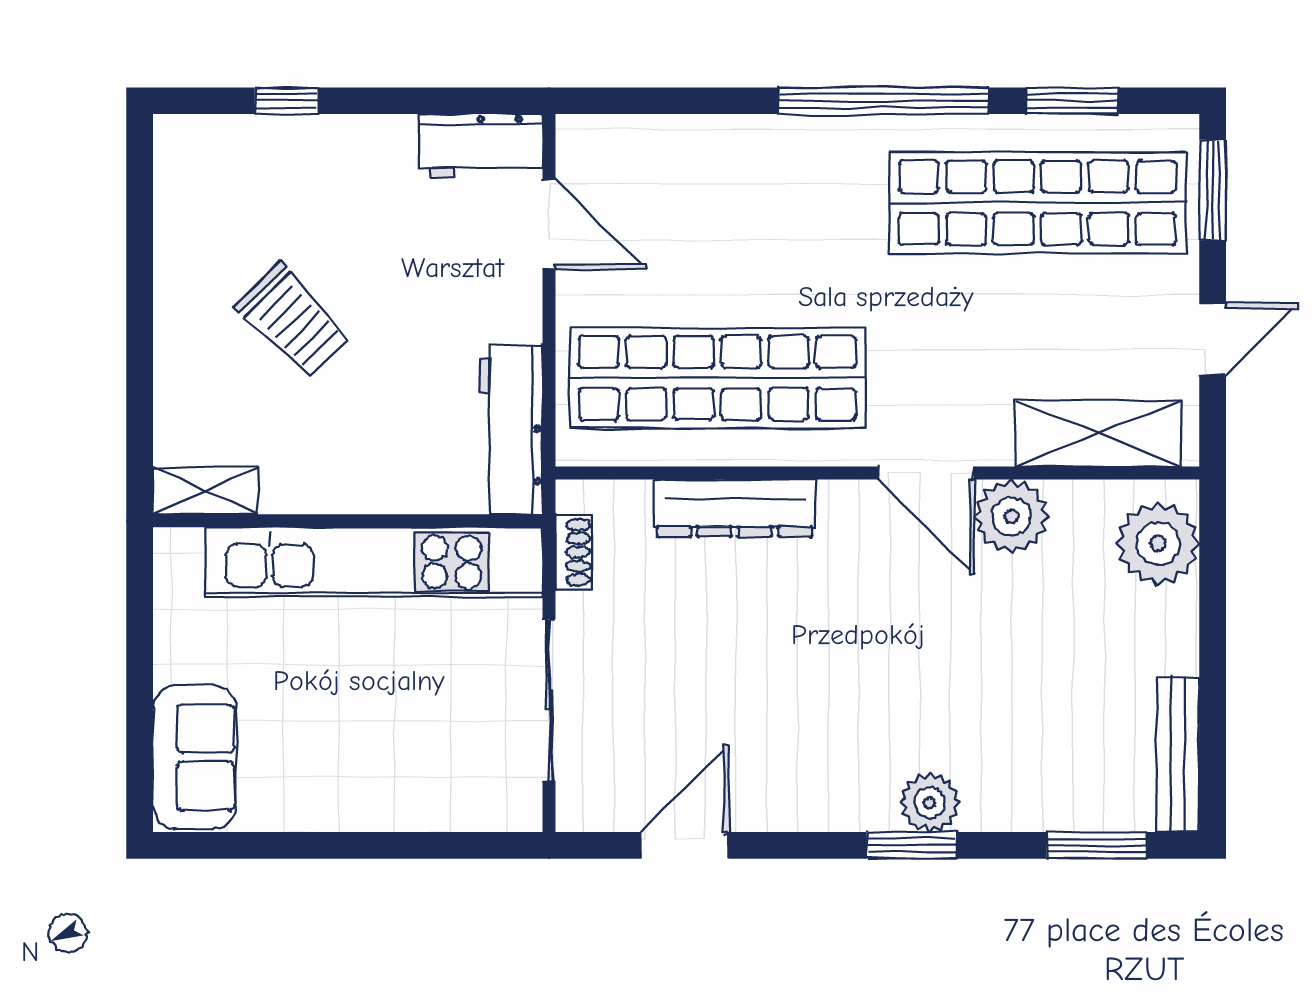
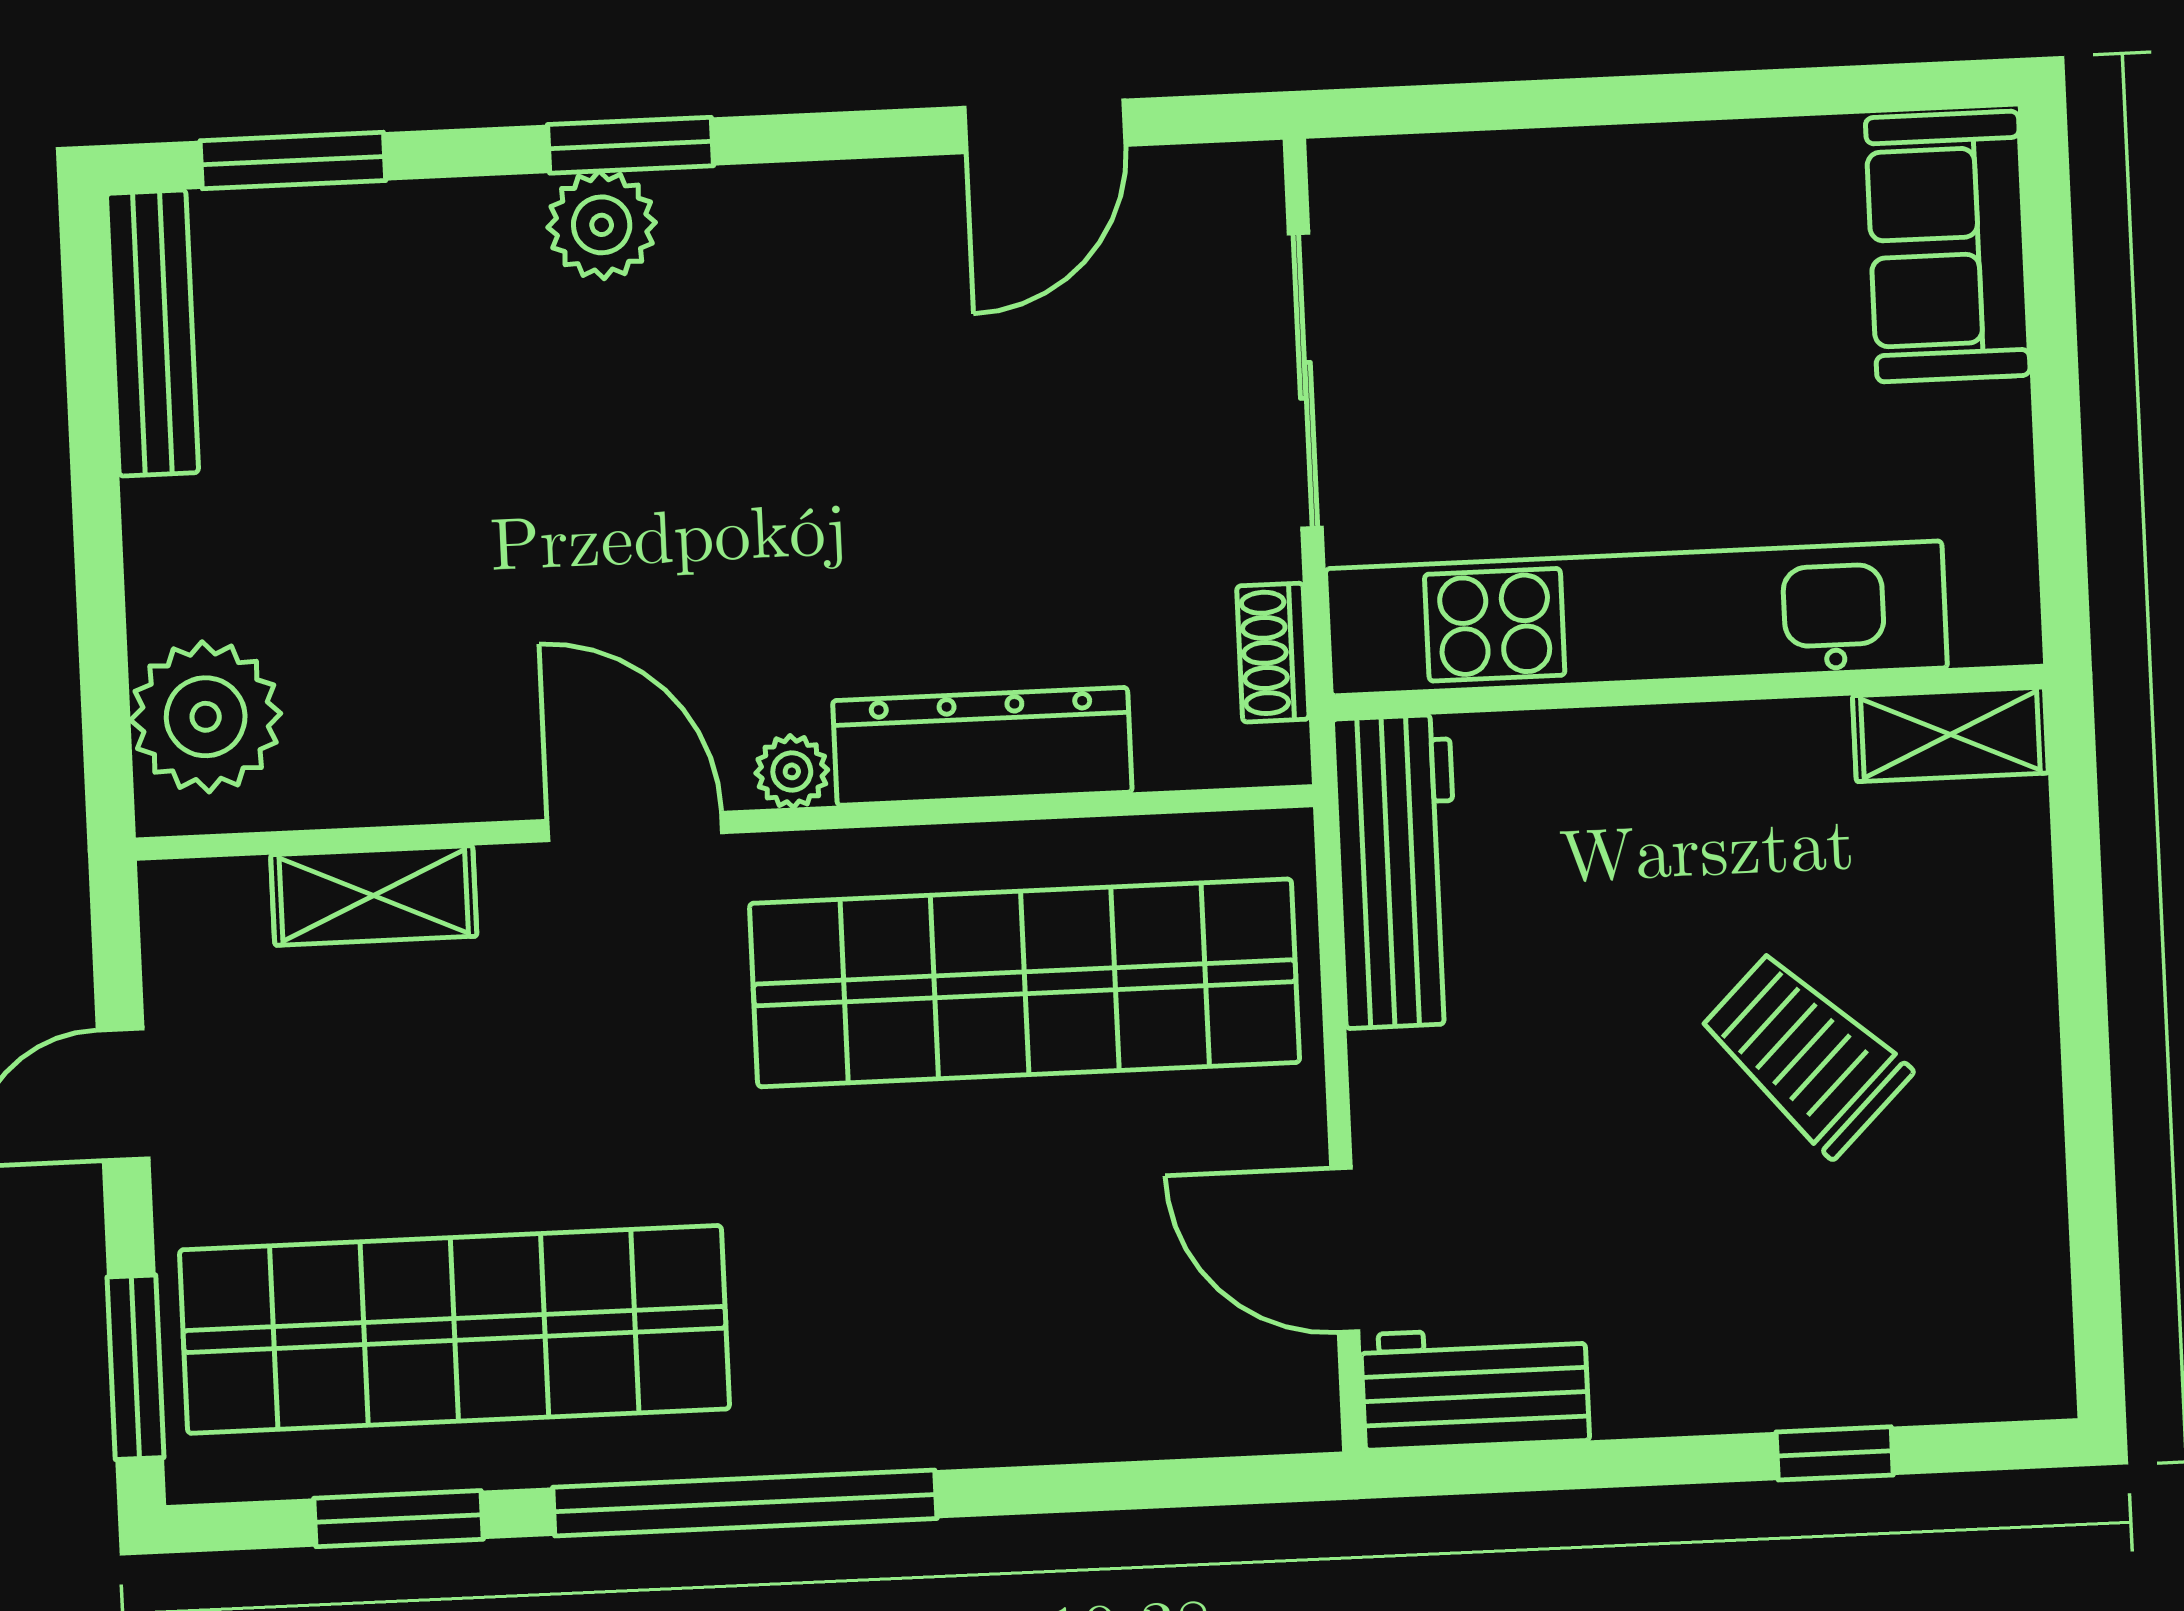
shelving: (1098, 434) -> (374, 895), width x0.67, depth x0.75
plant: (1011, 517) -> (792, 771), moved, width x0.53, depth x0.53

